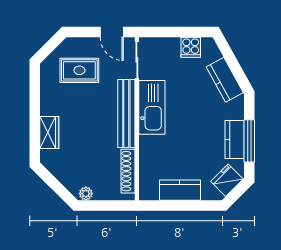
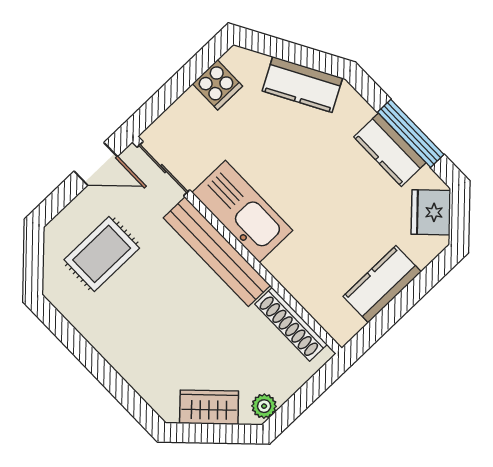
wardrobe: (49, 133) -> (209, 407), moved, turned -45

